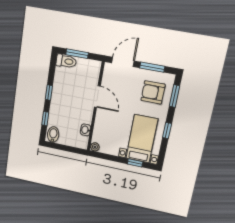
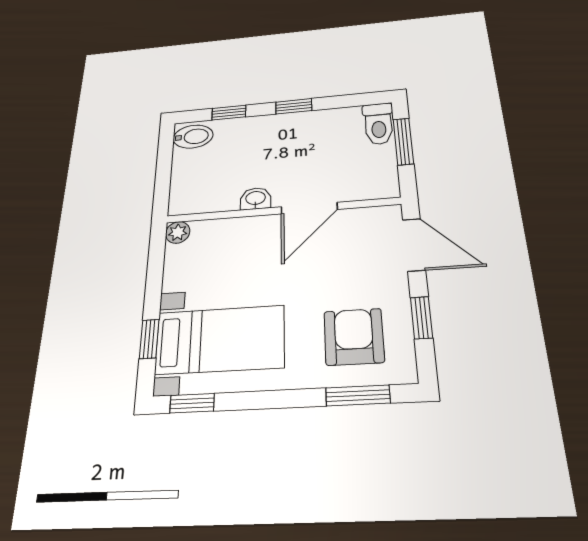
window: (152, 67) -> (421, 318), width x0.67
washbasin: (86, 130) -> (256, 199), moved
window: (167, 130) -> (192, 403), moved

